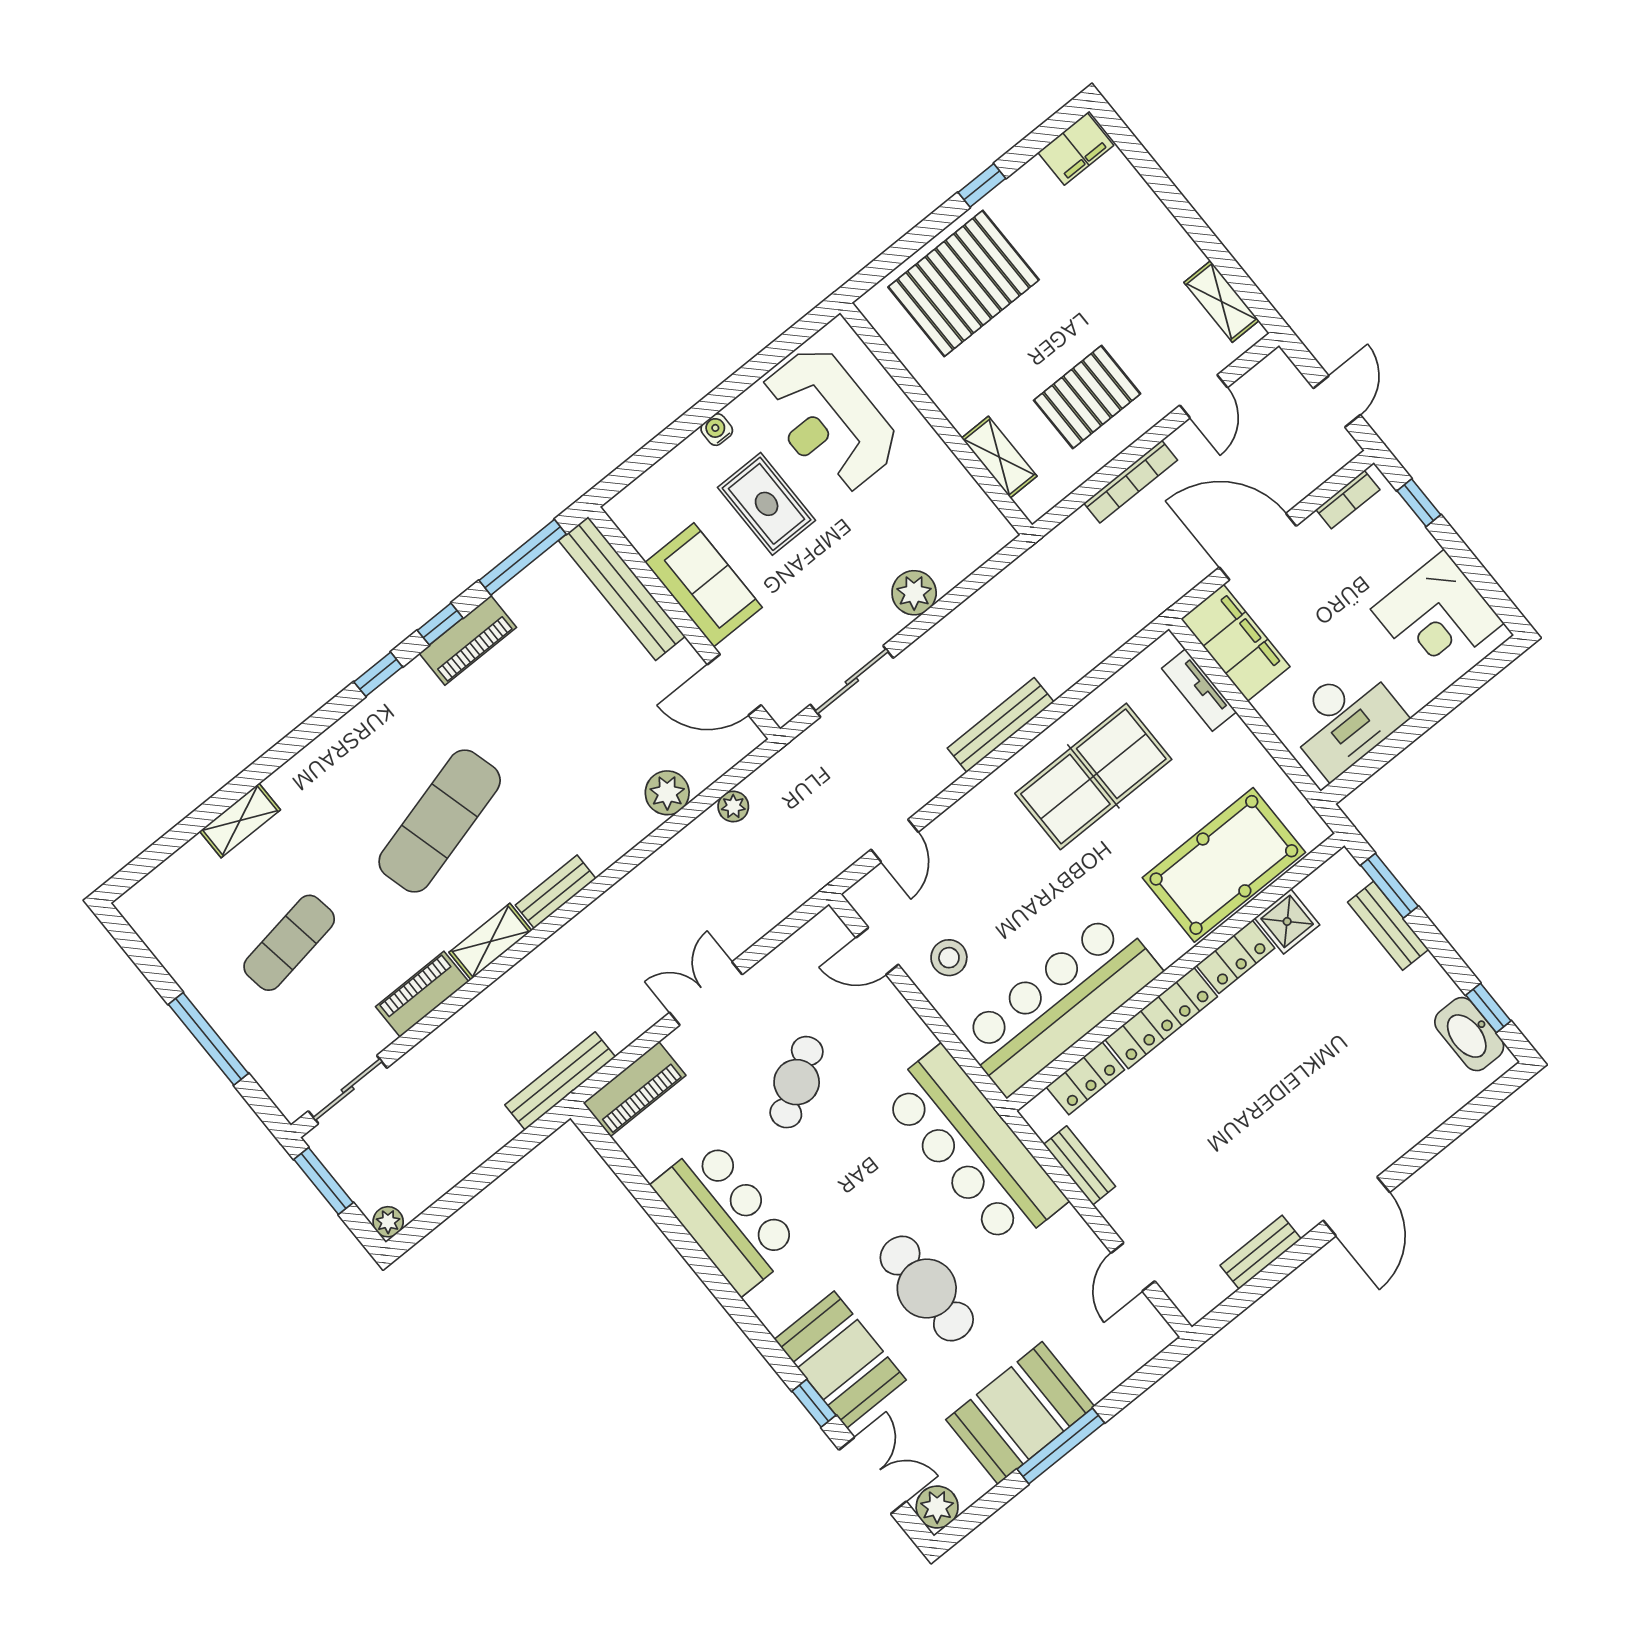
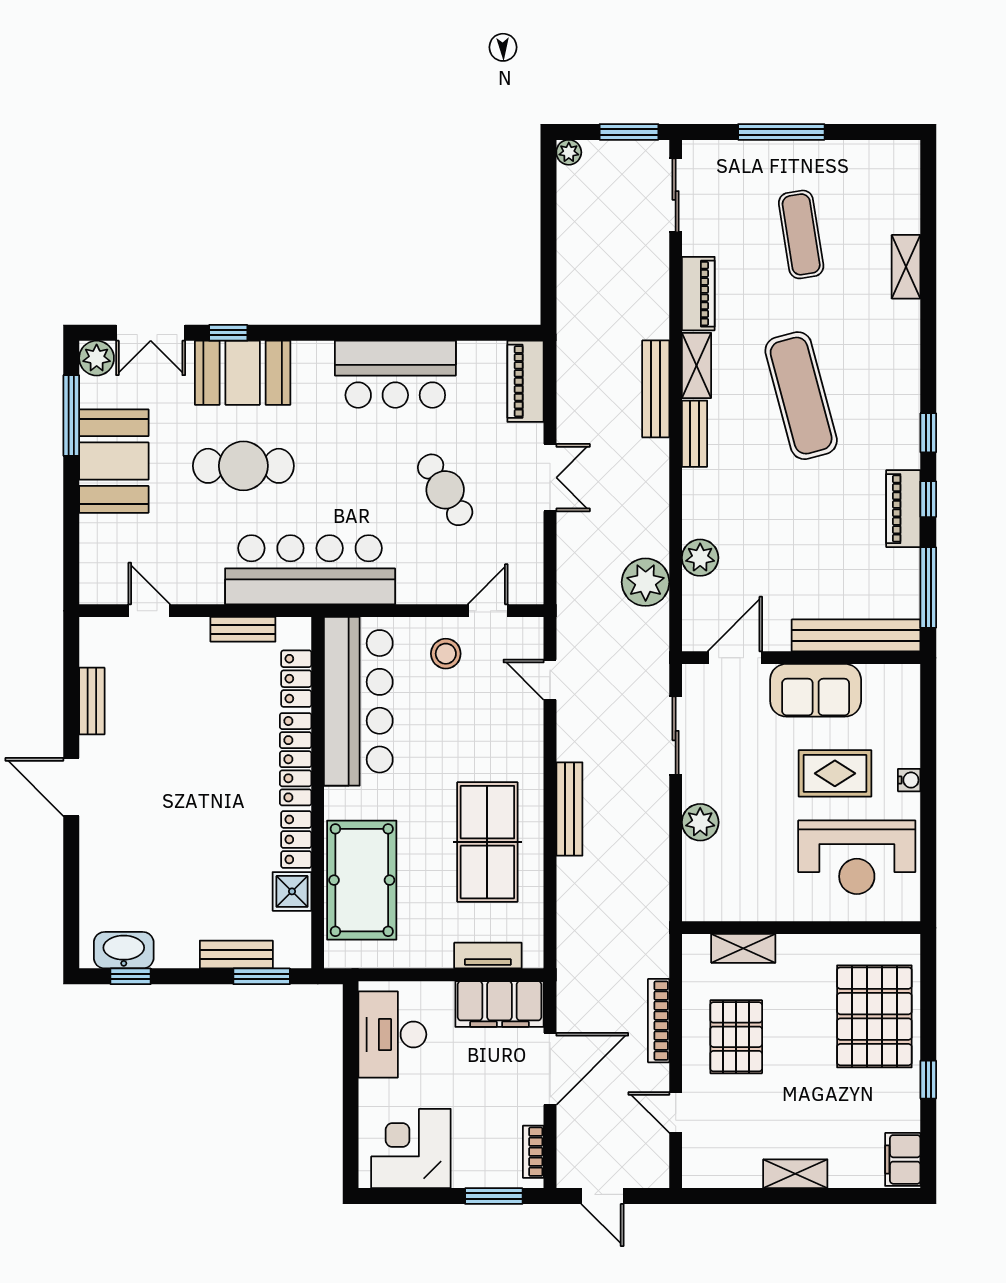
shelving: (1221, 302) -> (795, 1174), moved
reception desk: (828, 420) -> (857, 857), turned 180
window: (1419, 503) -> (494, 1196), width x1.50
plant: (733, 806) -> (646, 582), width x1.88, depth x1.88
bench: (560, 1081) -> (656, 389), moved
window: (1061, 1446) -> (71, 416), moved

